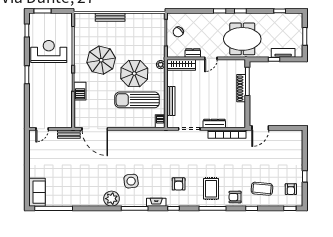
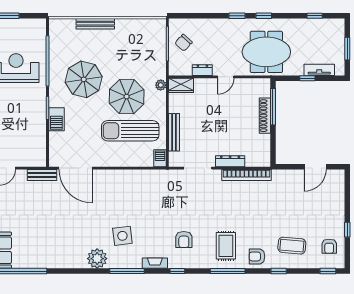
wardrobe: (181, 65) -> (181, 85), width x0.67
door: (260, 128) -> (315, 167), moved

